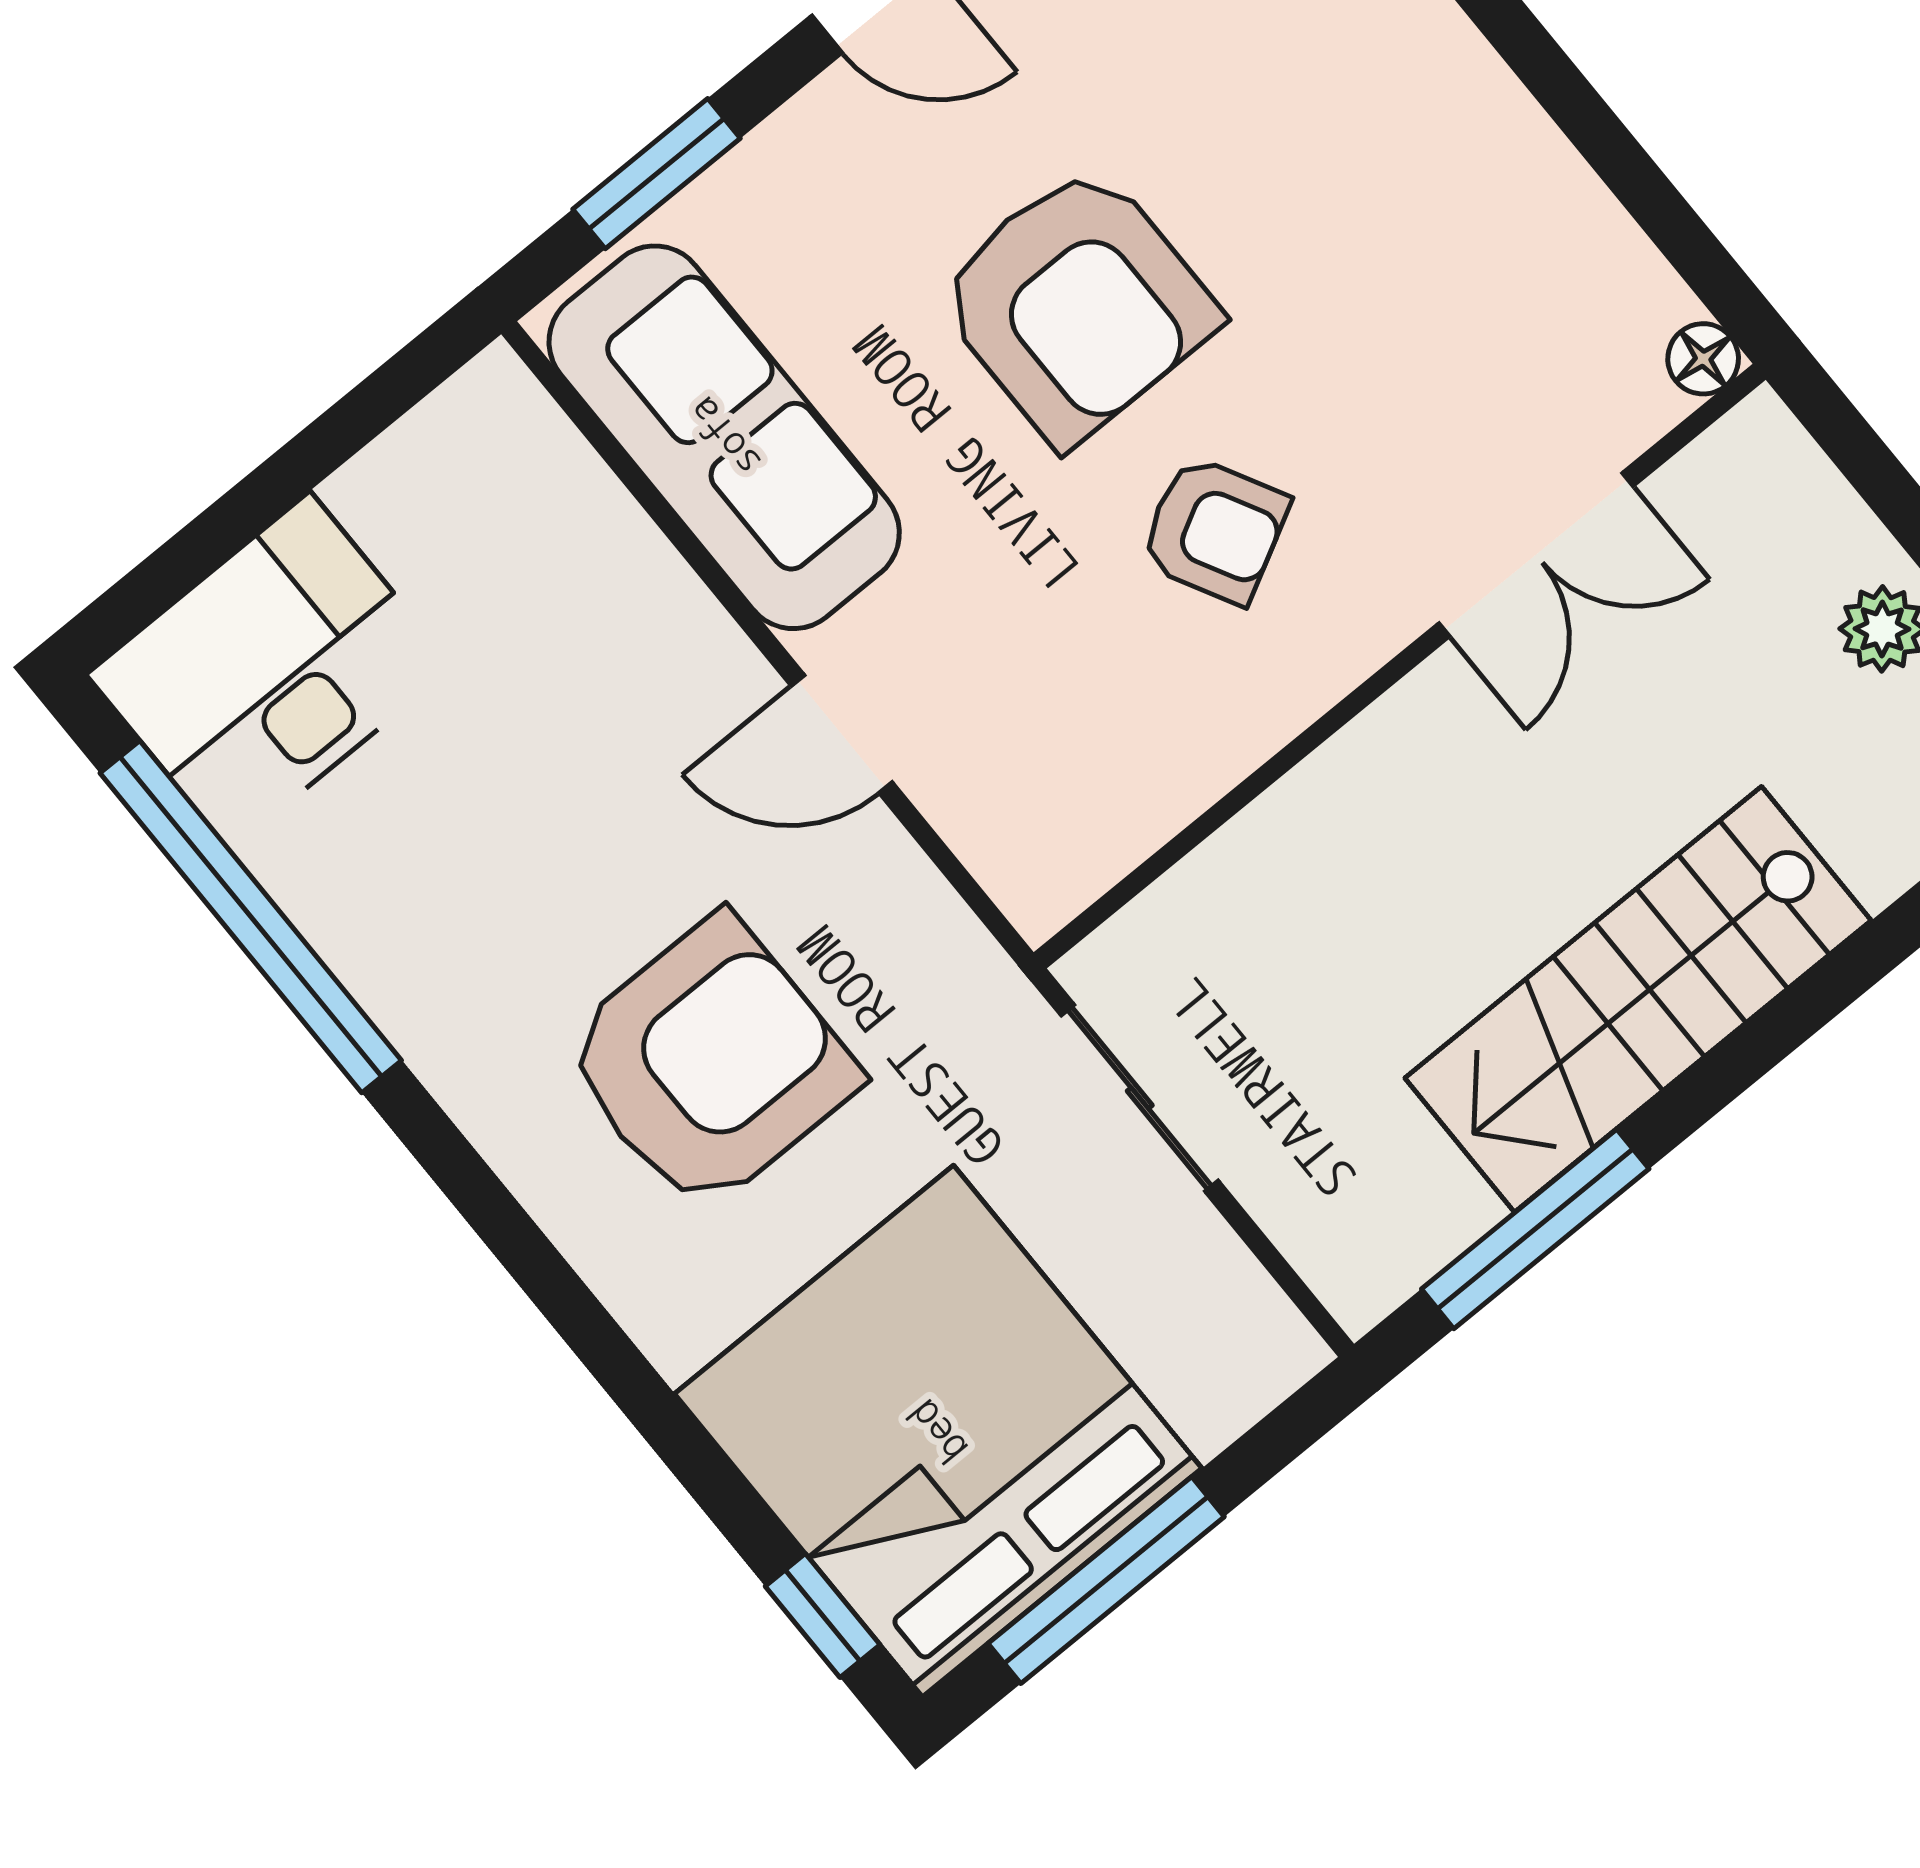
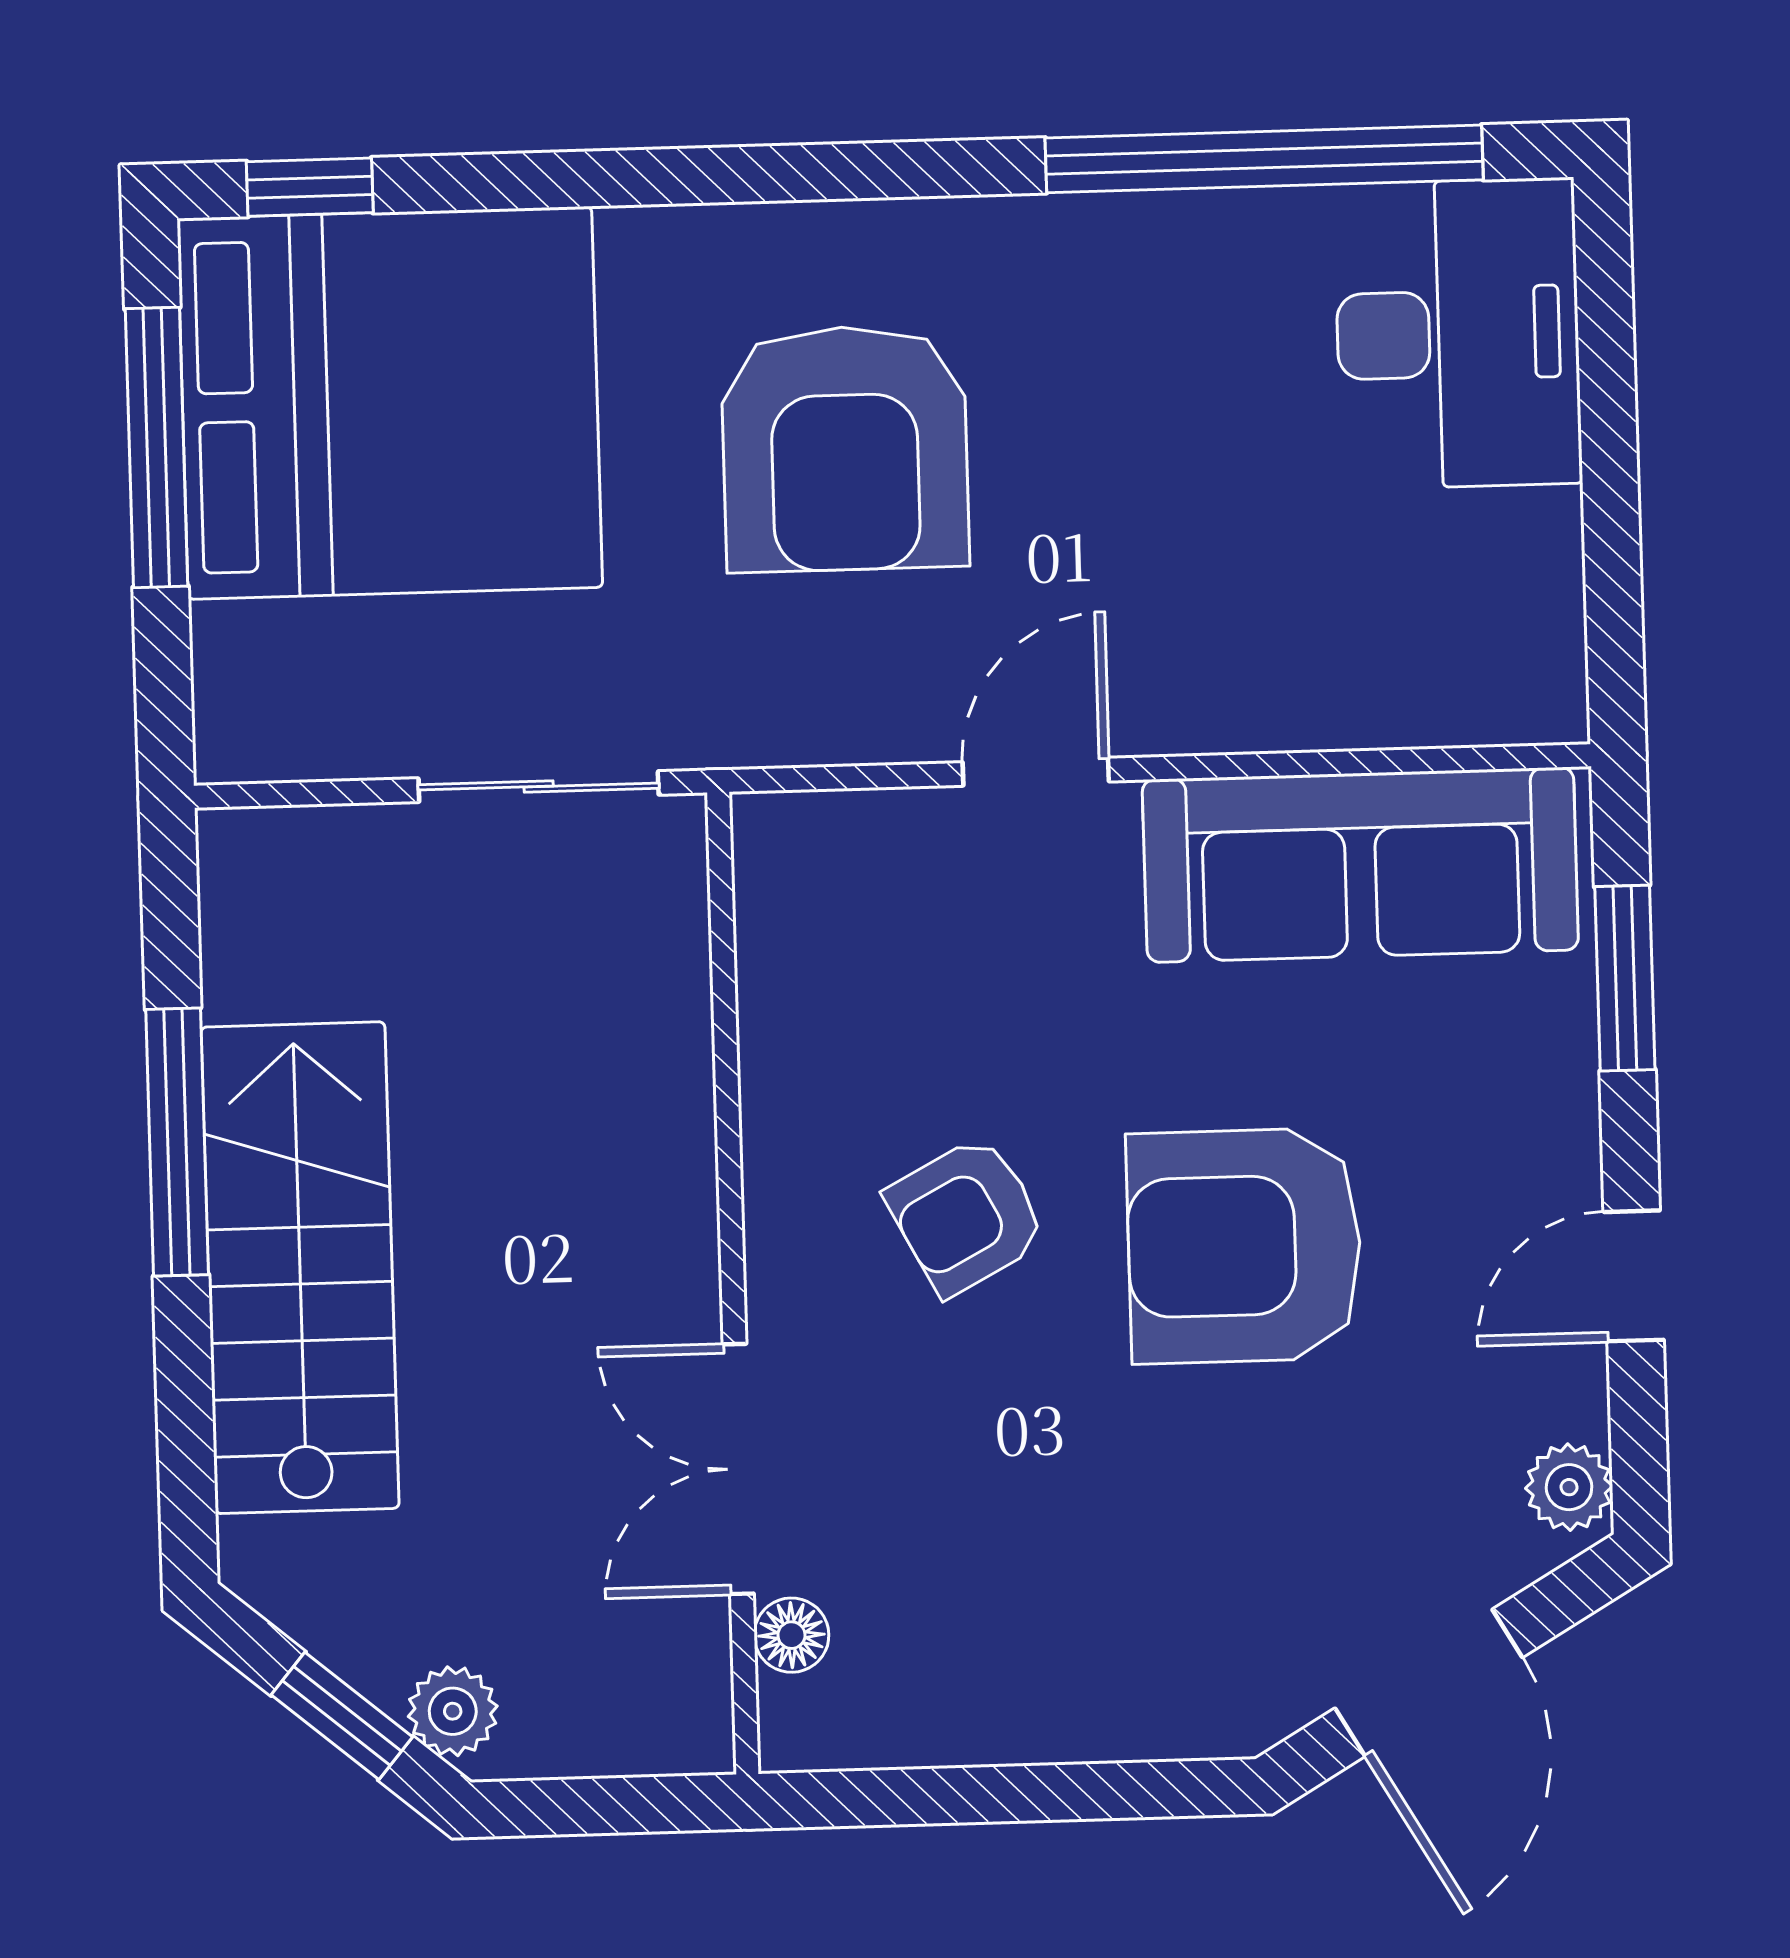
floor lamp: (1703, 359) -> (791, 1635), moved
window: (1535, 1229) -> (177, 1142), moved

